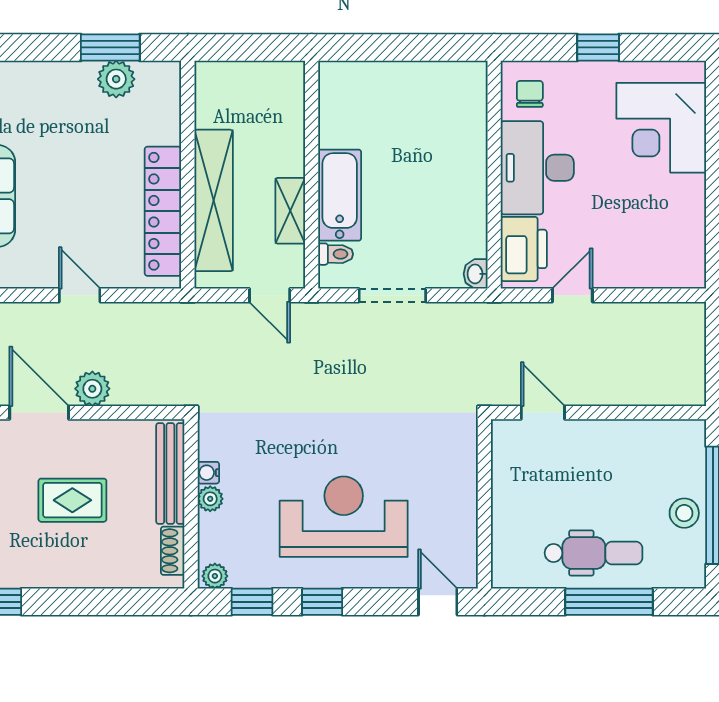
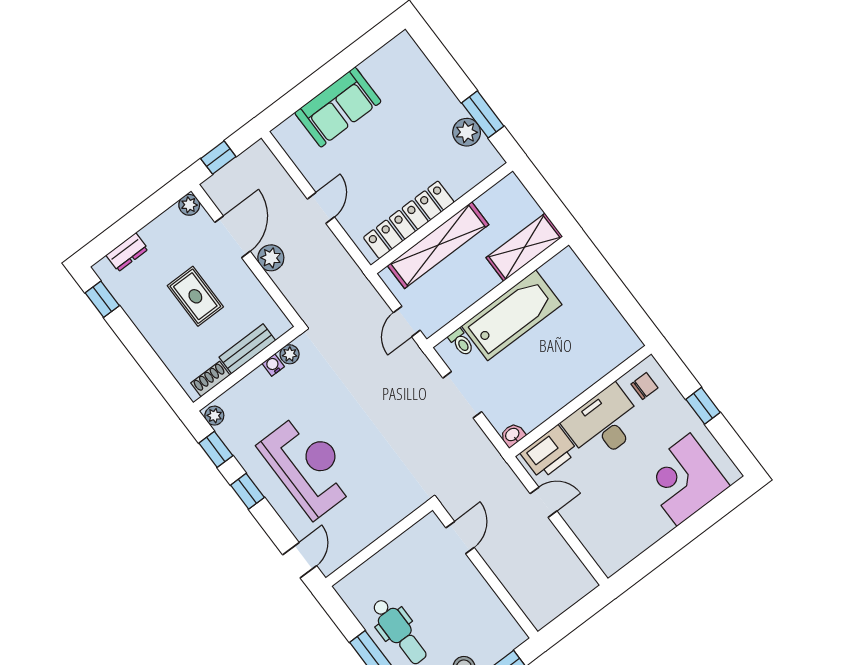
bathtub: (340, 195) -> (512, 315), width x1.36, depth x1.36
shelving: (290, 211) -> (524, 247), moved, width x1.50, depth x1.33
bench: (170, 474) -> (247, 349), width x0.73
plant: (210, 499) -> (290, 354), moved

